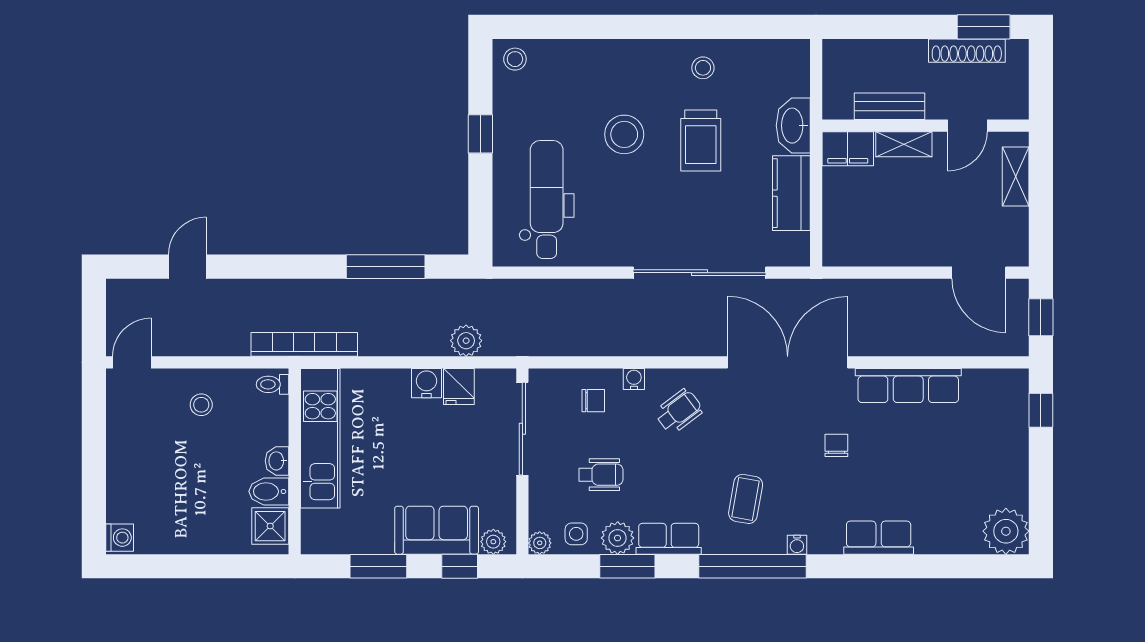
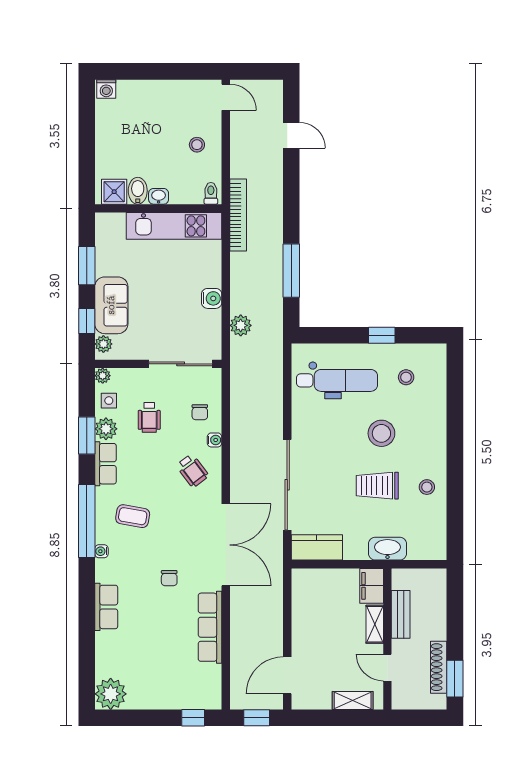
stool: (515, 59) -> (406, 377), moved
kitchen counter: (791, 193) -> (317, 547), moved
fridge: (459, 387) -> (209, 321), removed
chair: (836, 445) -> (169, 578), turned 90

